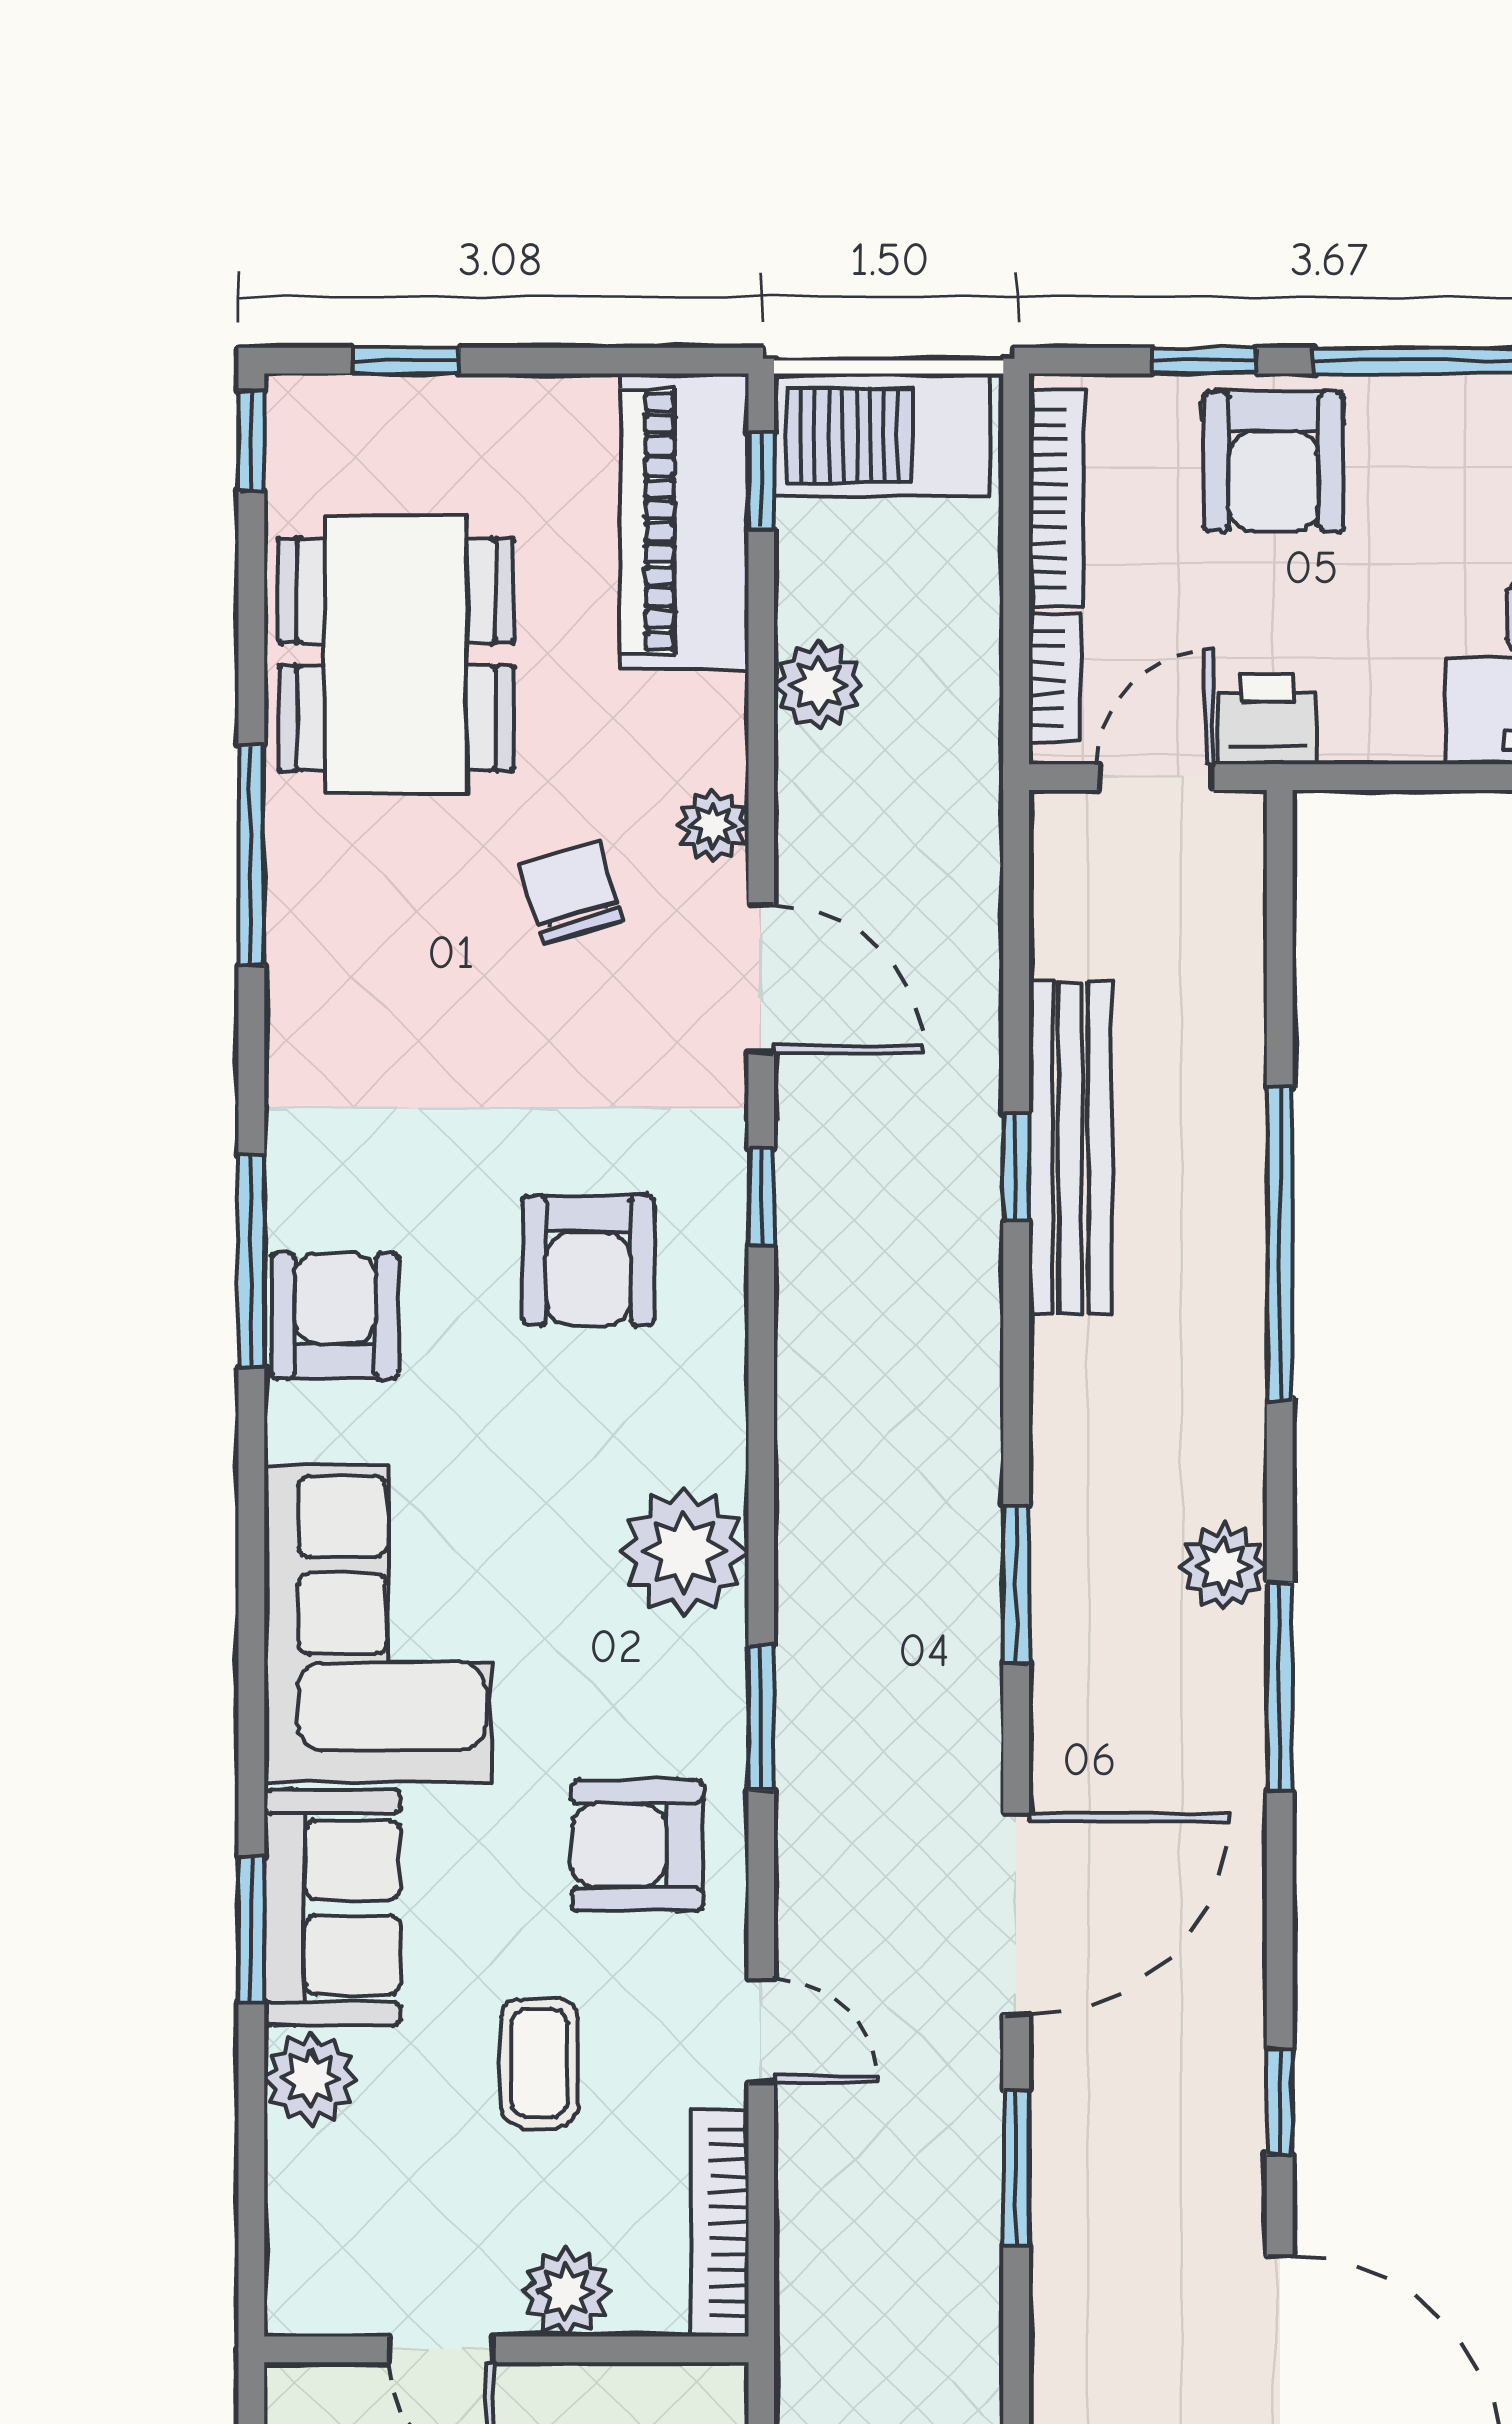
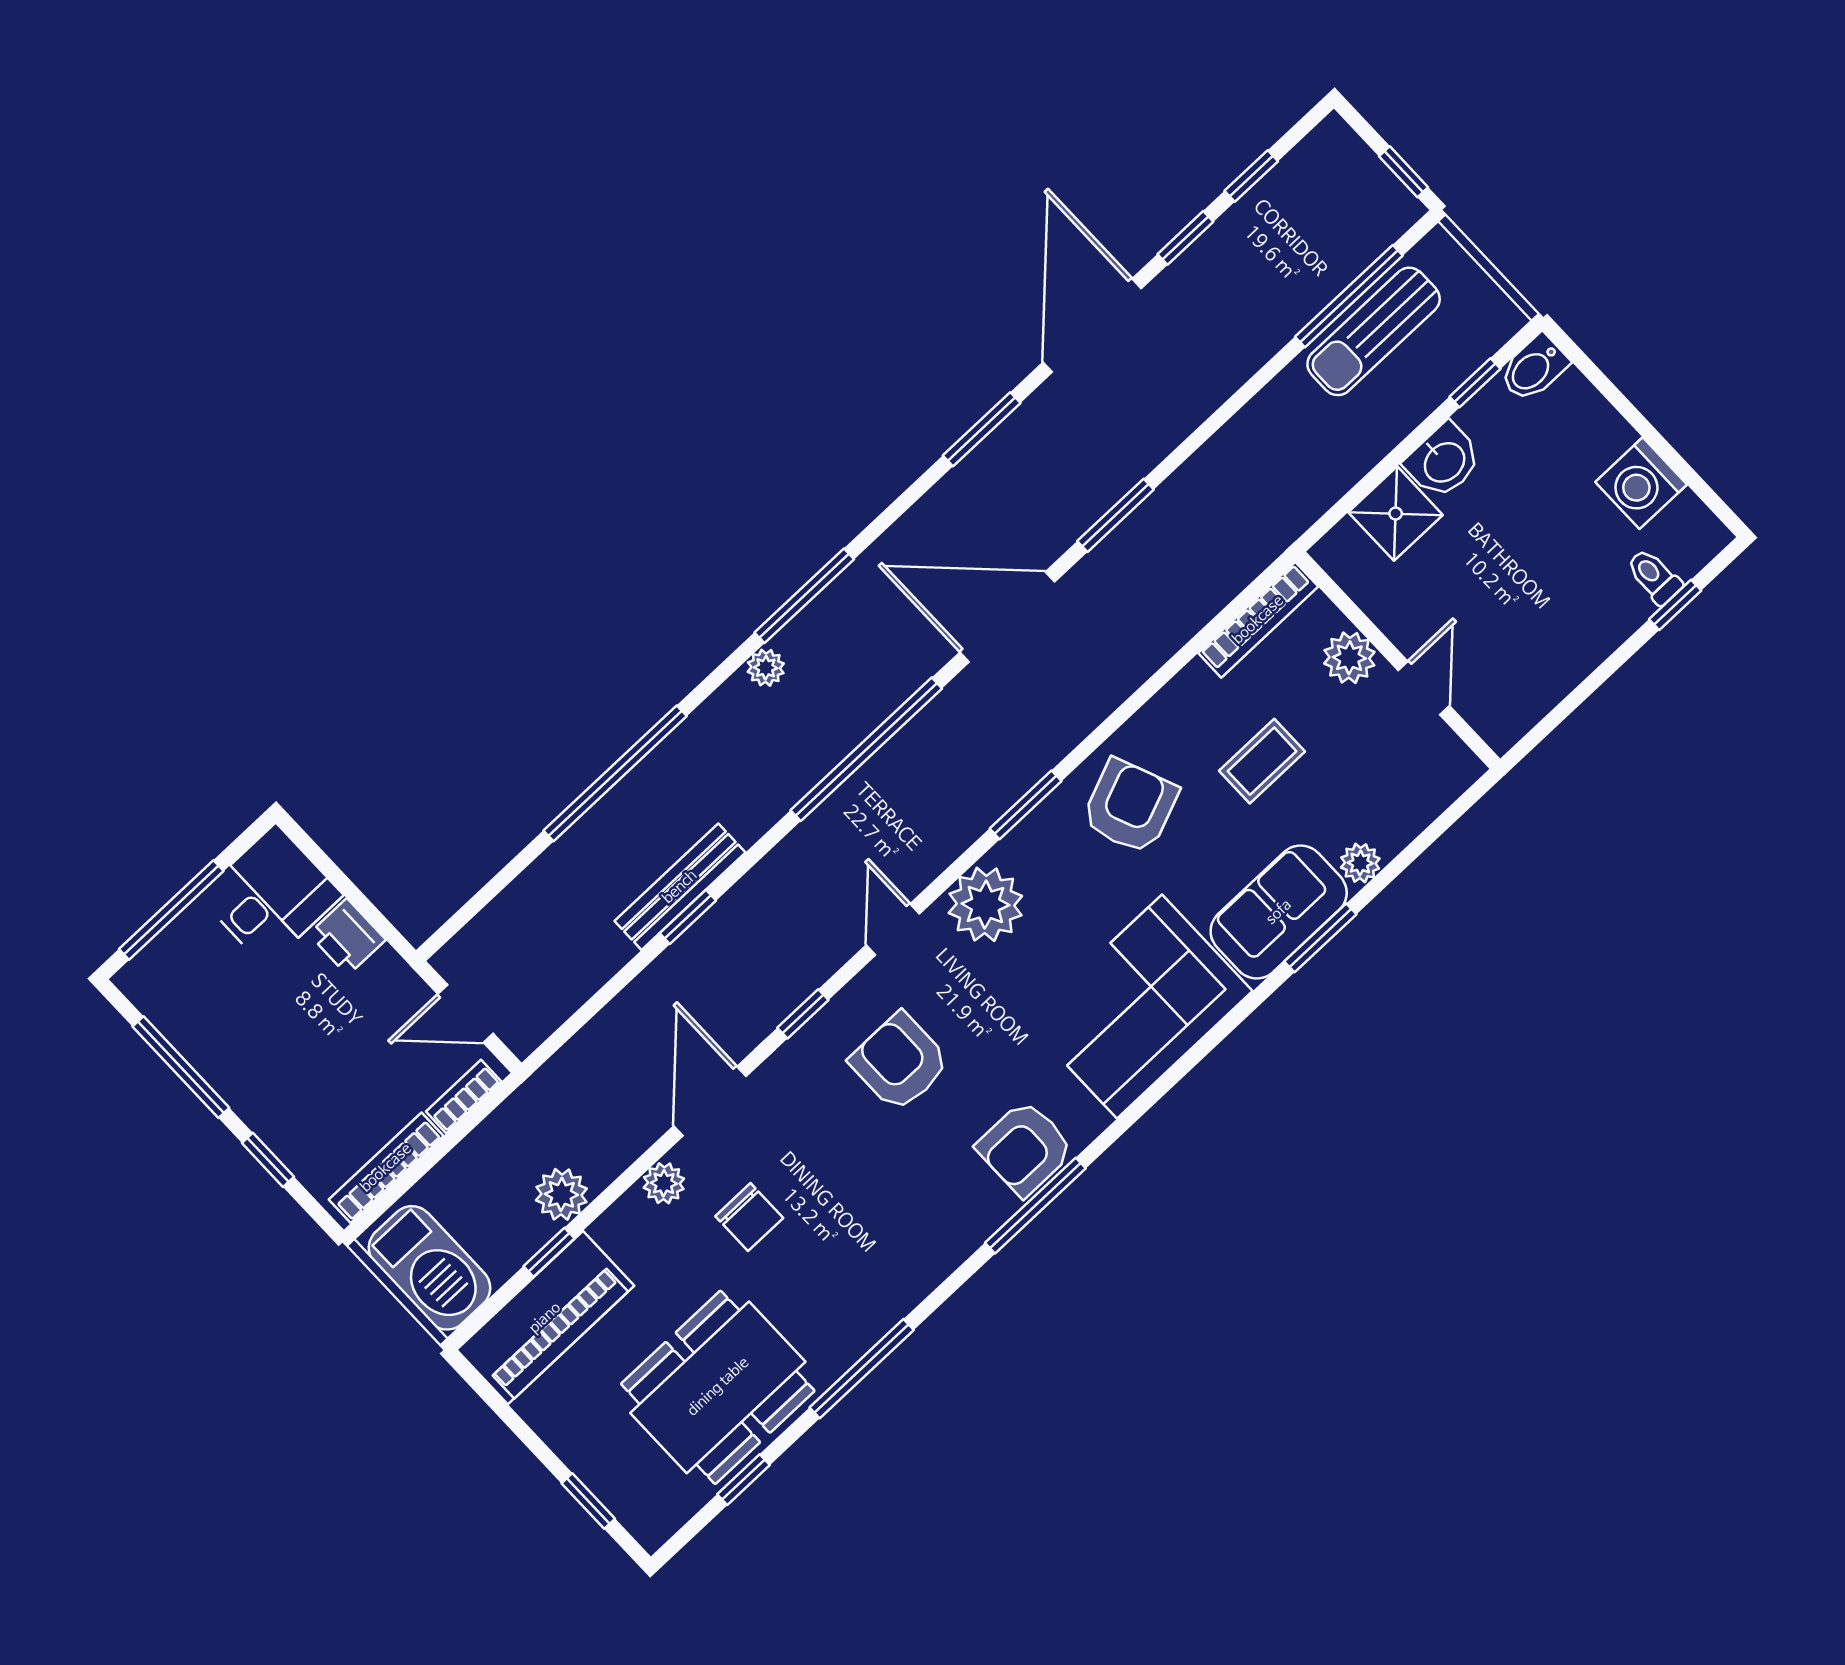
window: (251, 440) -> (744, 1480), moved
armchair: (1274, 461) -> (283, 1090), removed
window: (761, 481) -> (549, 1252), moved
printer: (1267, 720) -> (347, 937), moved
chair: (571, 892) -> (749, 1217), turned -73
bench: (1070, 1148) -> (680, 887), width x0.73, depth x0.82
armchair: (588, 1261) -> (900, 1062), turned -90
plant: (1223, 1567) -> (766, 668), width x0.73, depth x0.73
window: (1016, 1584) -> (866, 749), width x2.11
armchair: (637, 1846) -> (1130, 806), turned -112
door: (761, 2031) -> (893, 929), moved
plant: (311, 2079) -> (1360, 863), width x0.73, depth x0.73
window: (1280, 2102) -> (982, 429), width x1.50

